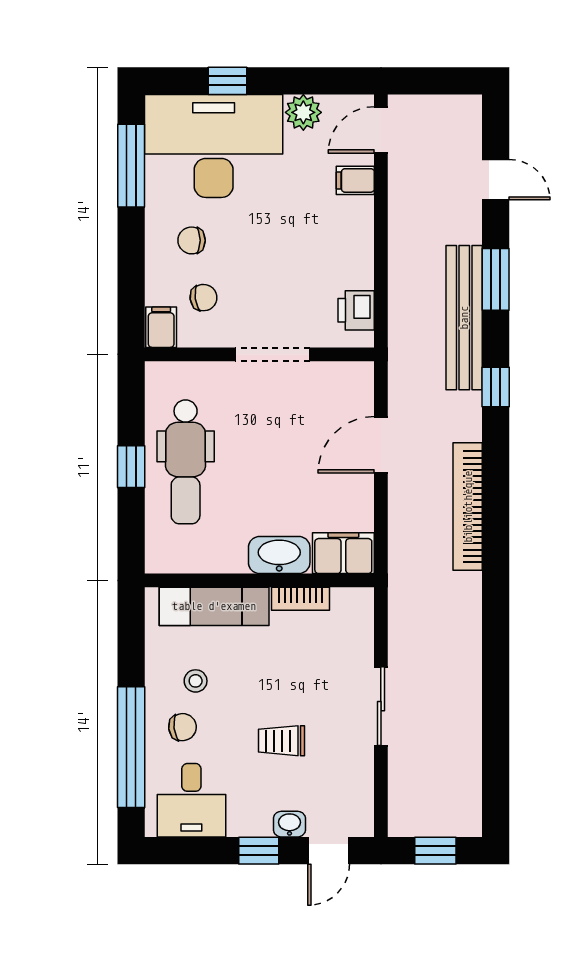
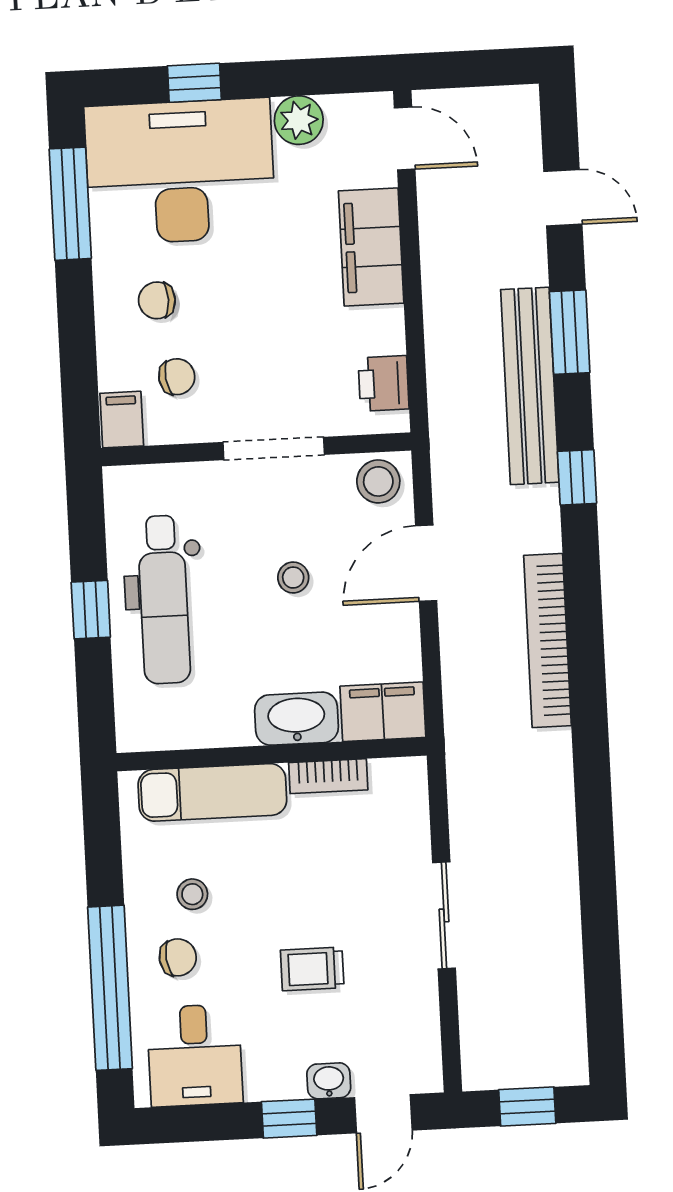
door: (381, 130) -> (405, 138), swing flipped
filing cabinet: (355, 180) -> (371, 247), width x3.00, depth x1.17
stool: (349, 383) -> (378, 481), added
stool: (282, 450) -> (293, 578), added

